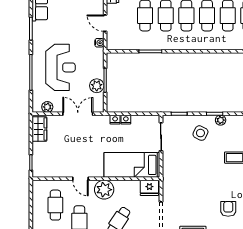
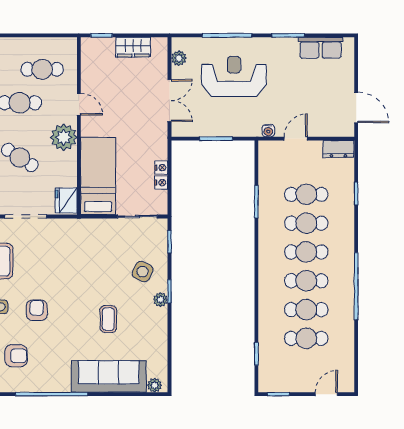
reception desk: (60, 67) -> (234, 76), turned 180
plant: (97, 86) -> (208, 127), removed
nightstand: (115, 120) -> (161, 183), moved
wardrobe: (39, 129) -> (133, 47), moved
door: (80, 179) -> (79, 104), swing flipped
armchair: (228, 209) -> (37, 310), turned -90

